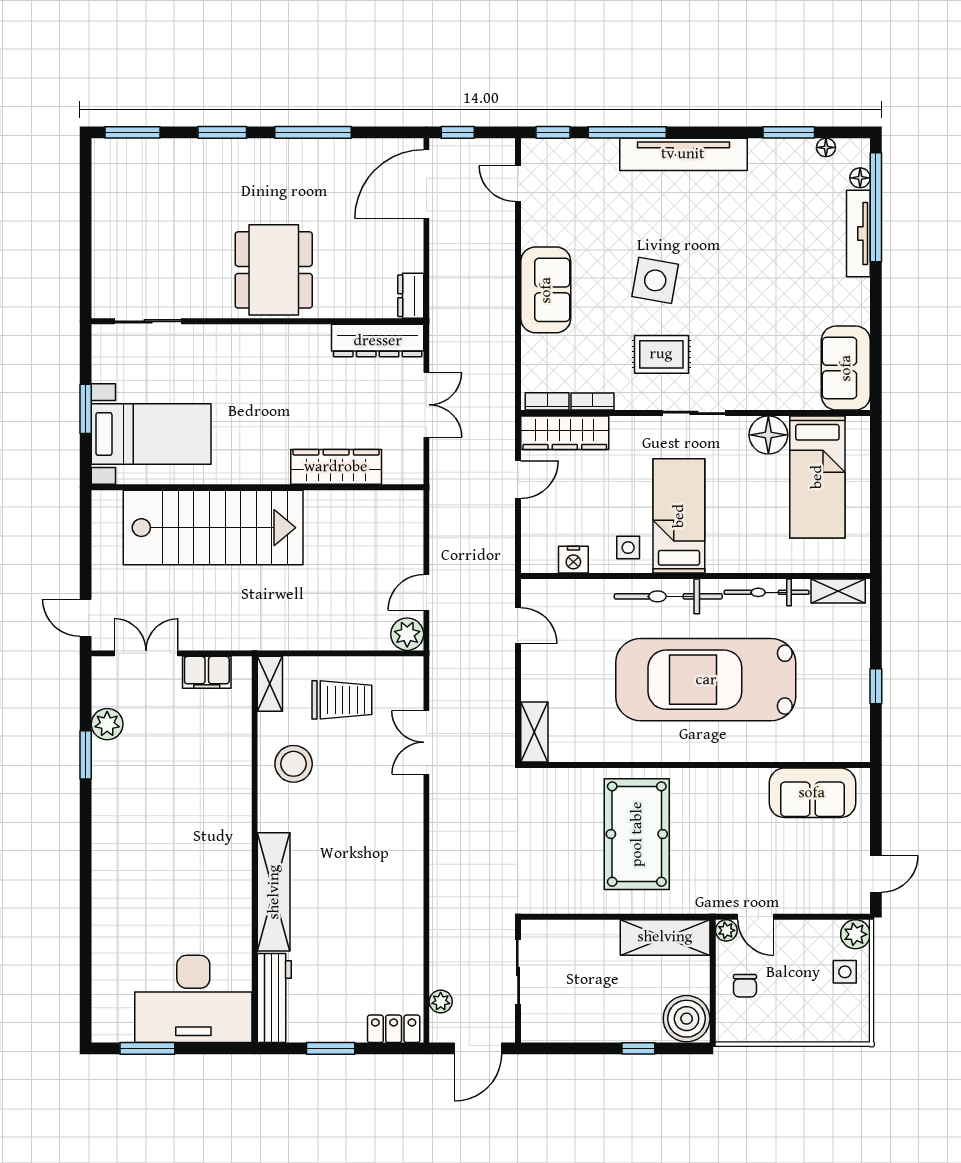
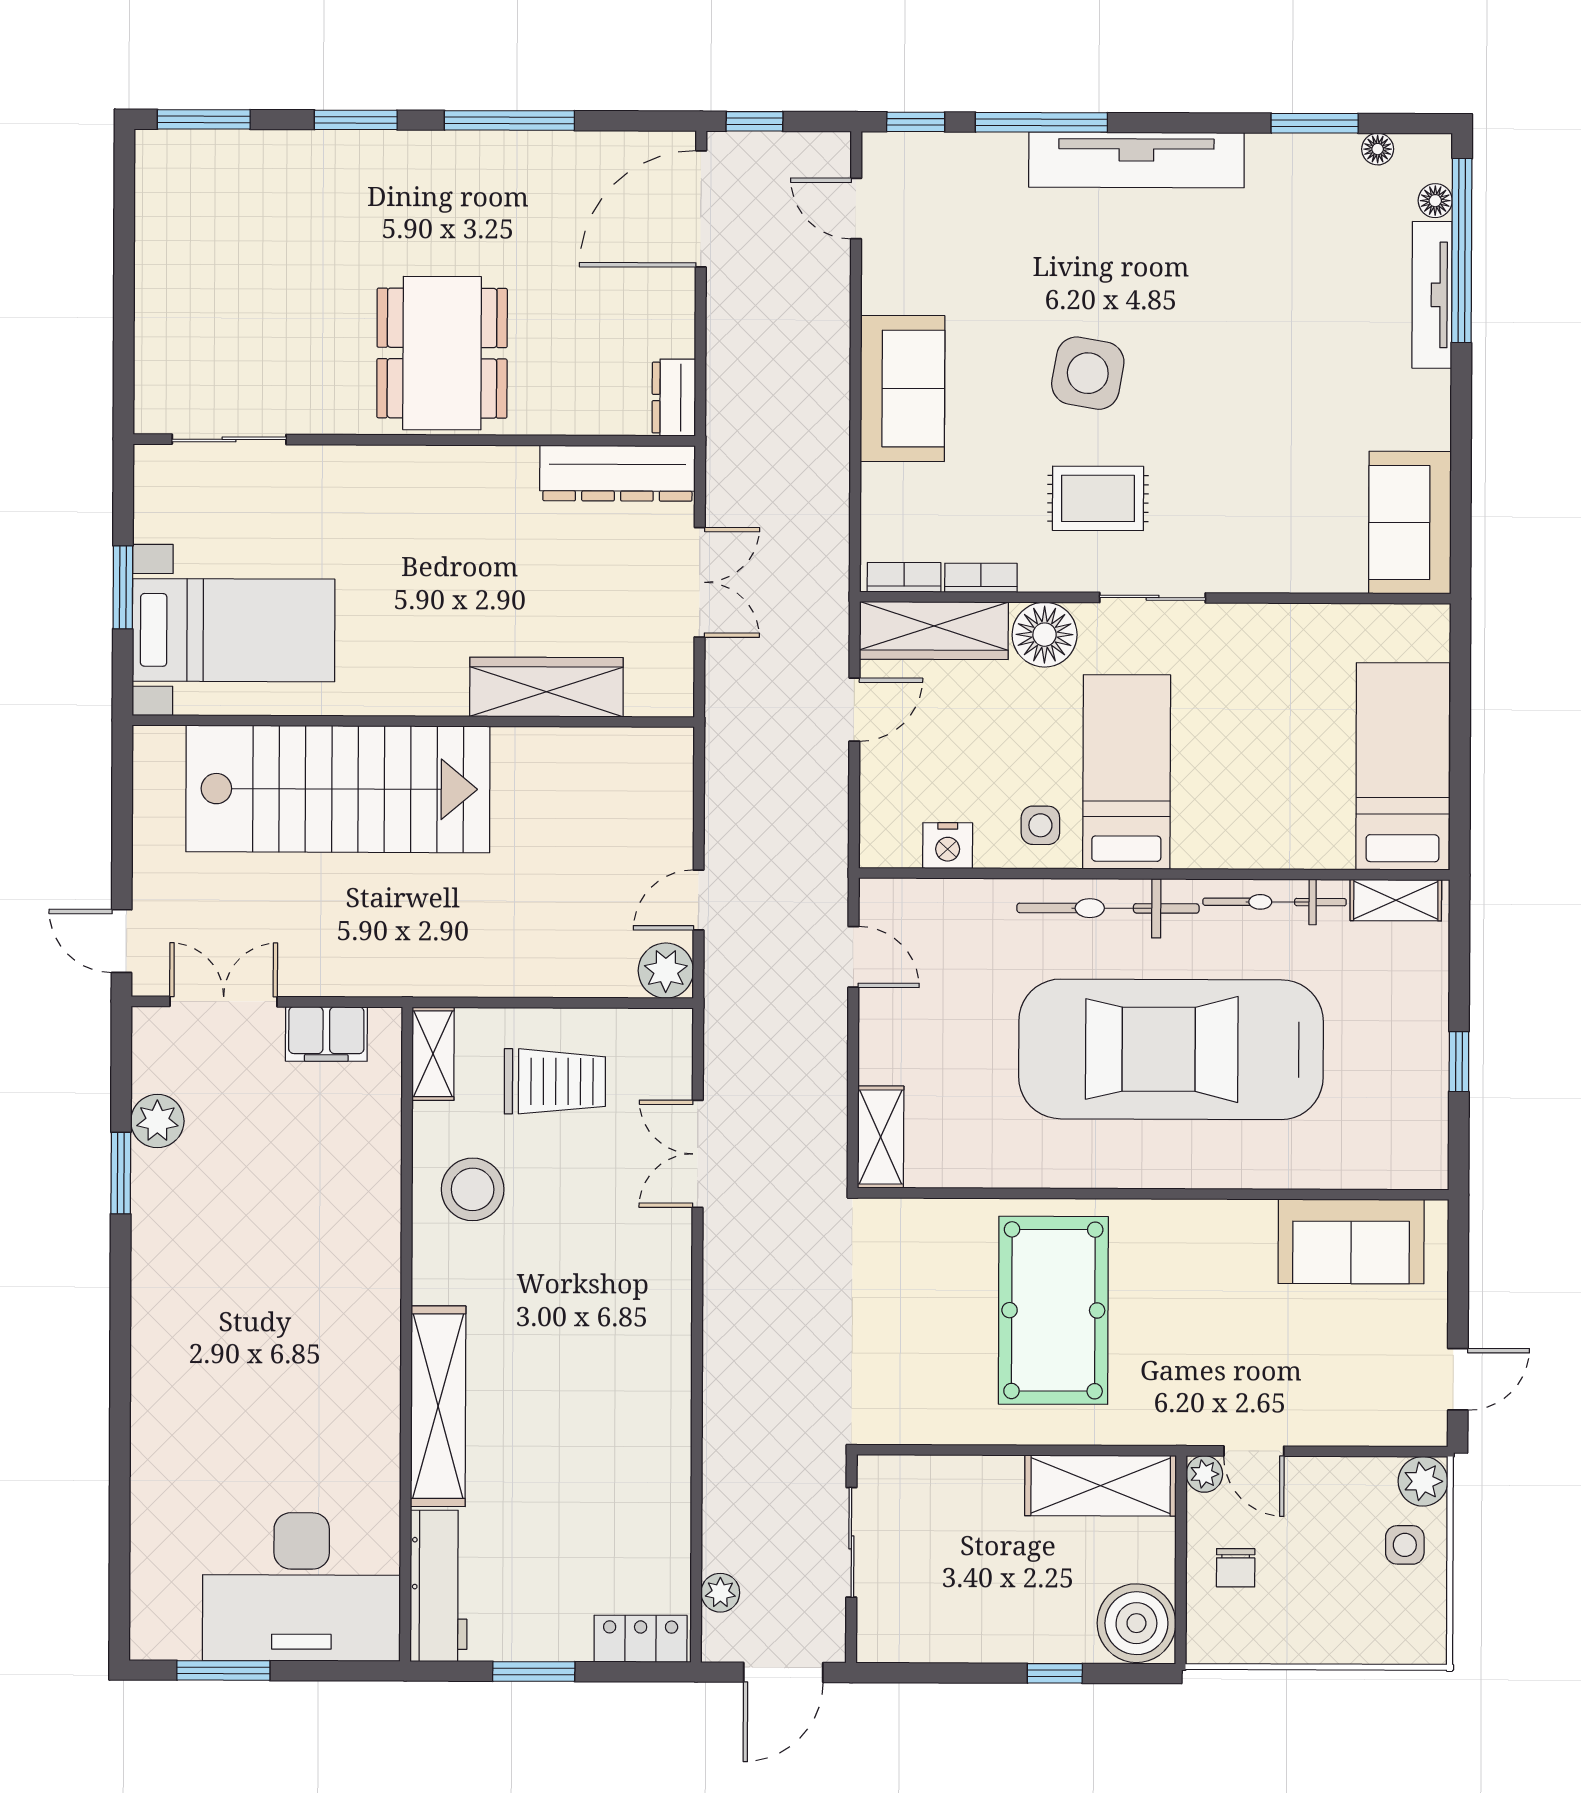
floor lamp: (768, 435) -> (1045, 635), moved
bed: (817, 477) -> (1403, 766), moved, turned 180

